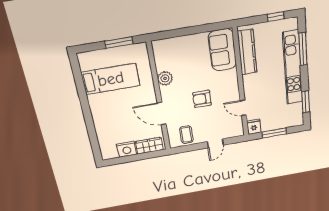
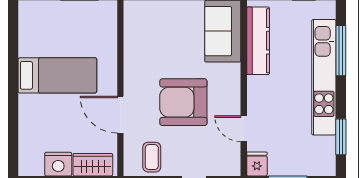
plant: (165, 78) -> (134, 60), removed
bed: (111, 79) -> (57, 75), moved
armchair: (202, 99) -> (183, 102), width x1.88, depth x1.88

